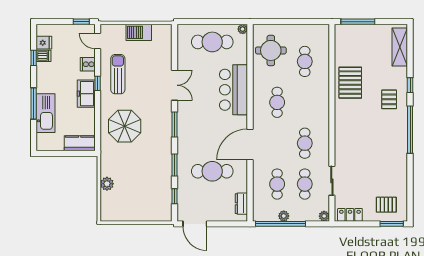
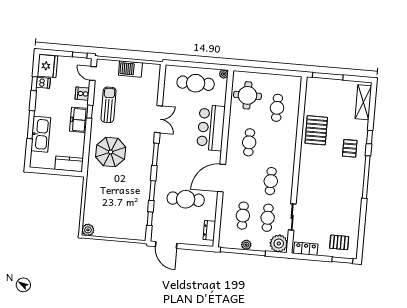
fridge: (44, 43) -> (47, 66), width x1.88, depth x1.34
plant: (107, 184) -> (88, 230), moved
plant: (324, 216) -> (279, 243), width x1.87, depth x1.87

